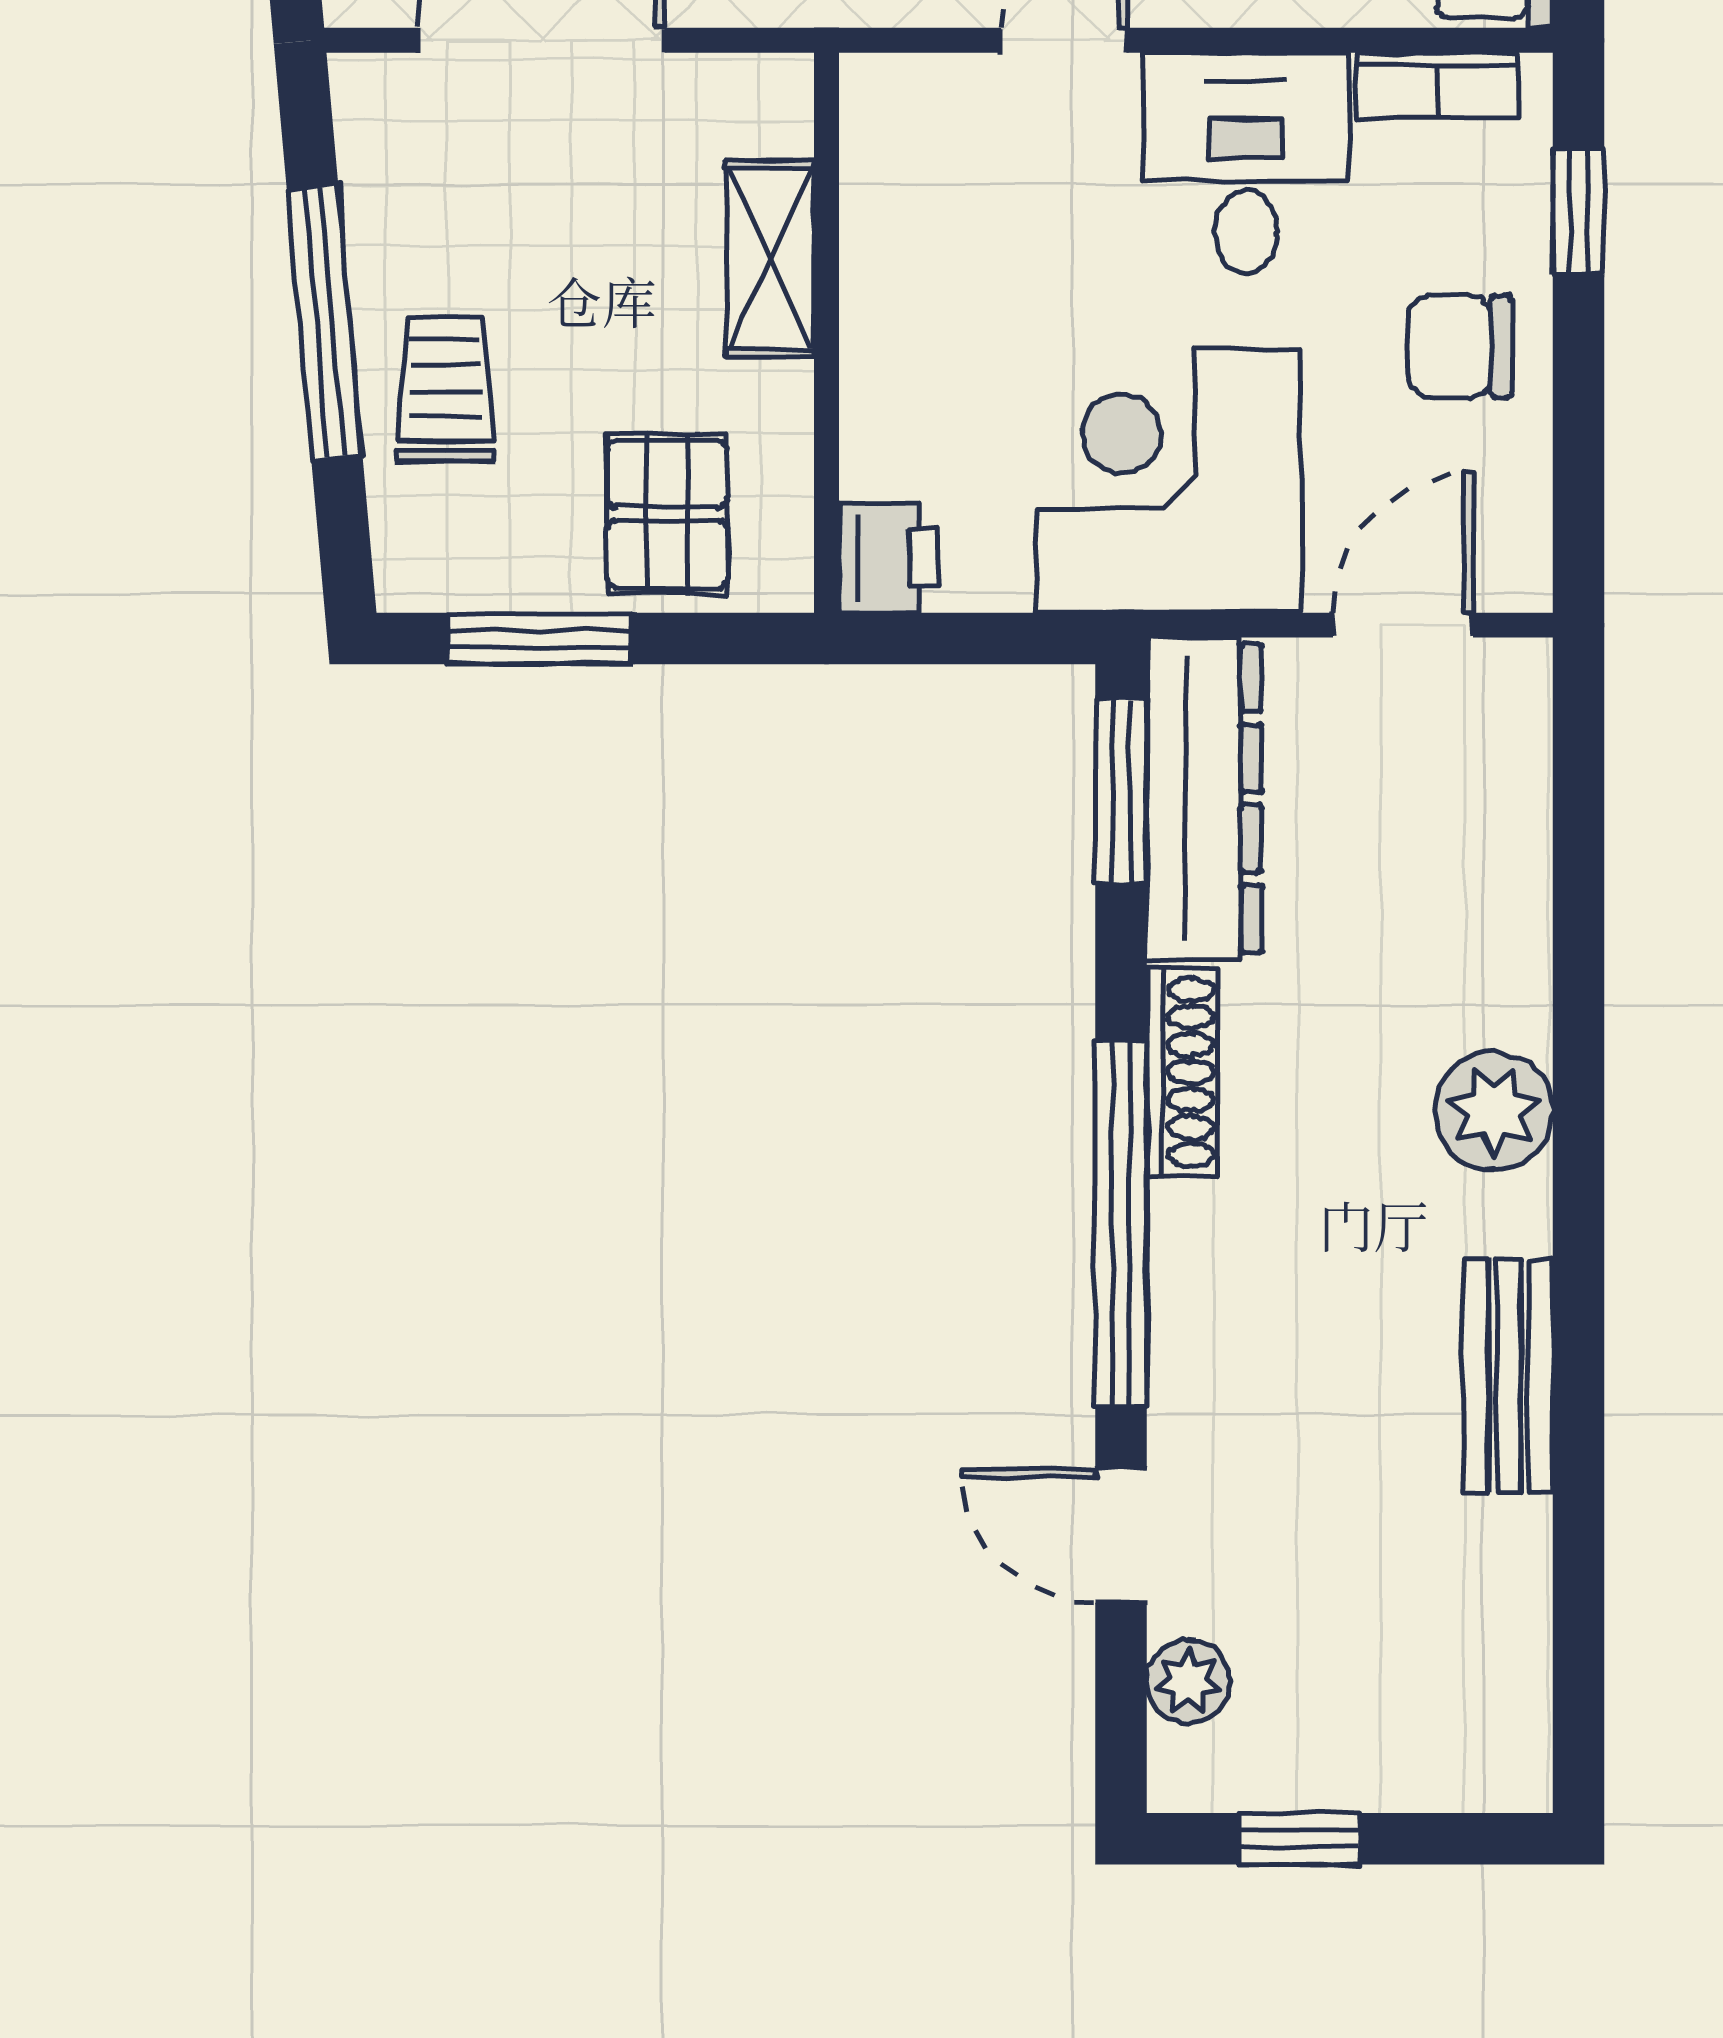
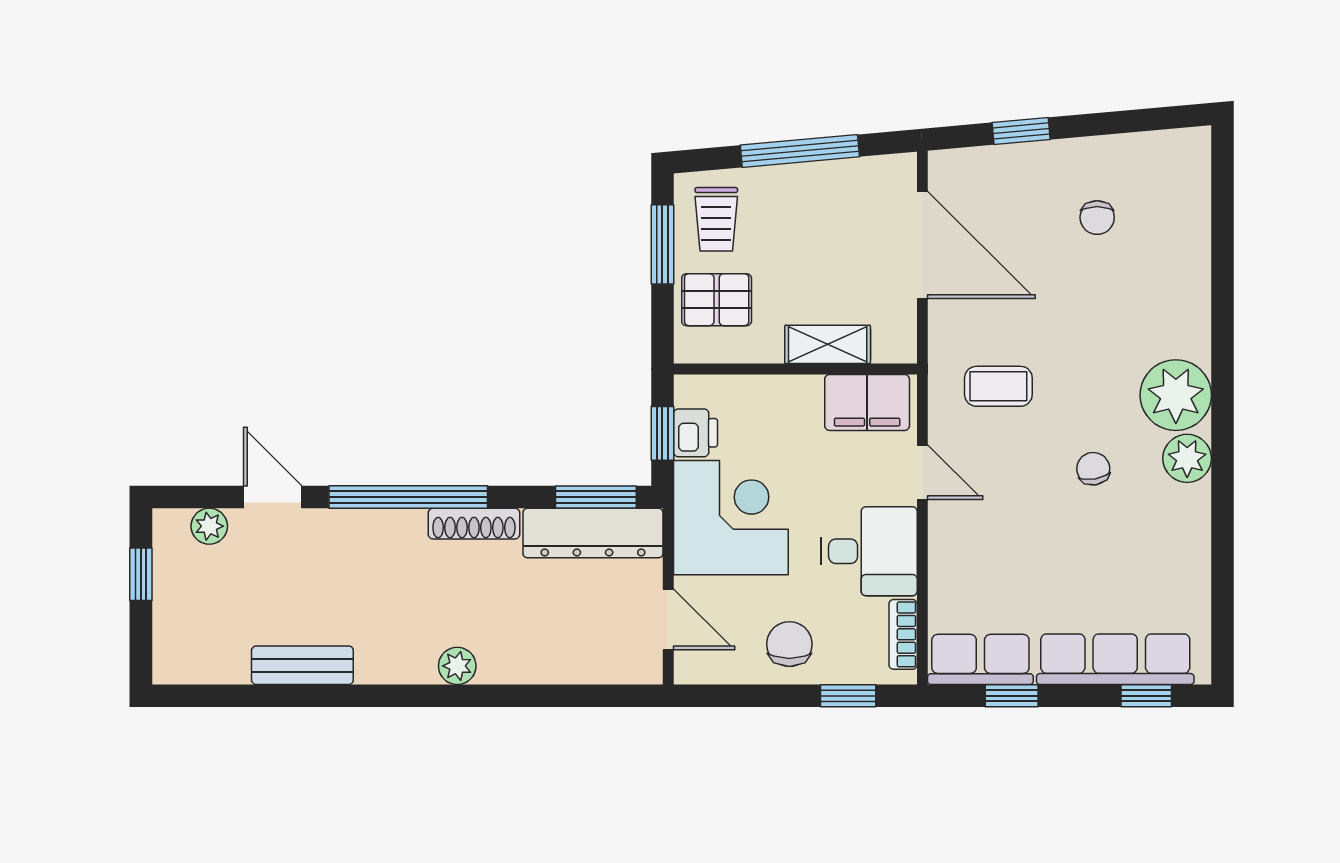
filing cabinet: (904, 168) -> (867, 402), added
trolley: (445, 389) -> (716, 219), moved, turned 90
printer: (889, 557) -> (695, 433), moved, turned -90
window: (975, 638) -> (662, 433), added
plant: (1494, 1111) -> (457, 666), width x0.73, depth x0.73
bench: (1508, 1376) -> (302, 665), moved
door: (1121, 1536) -> (273, 497), hinge flipped

